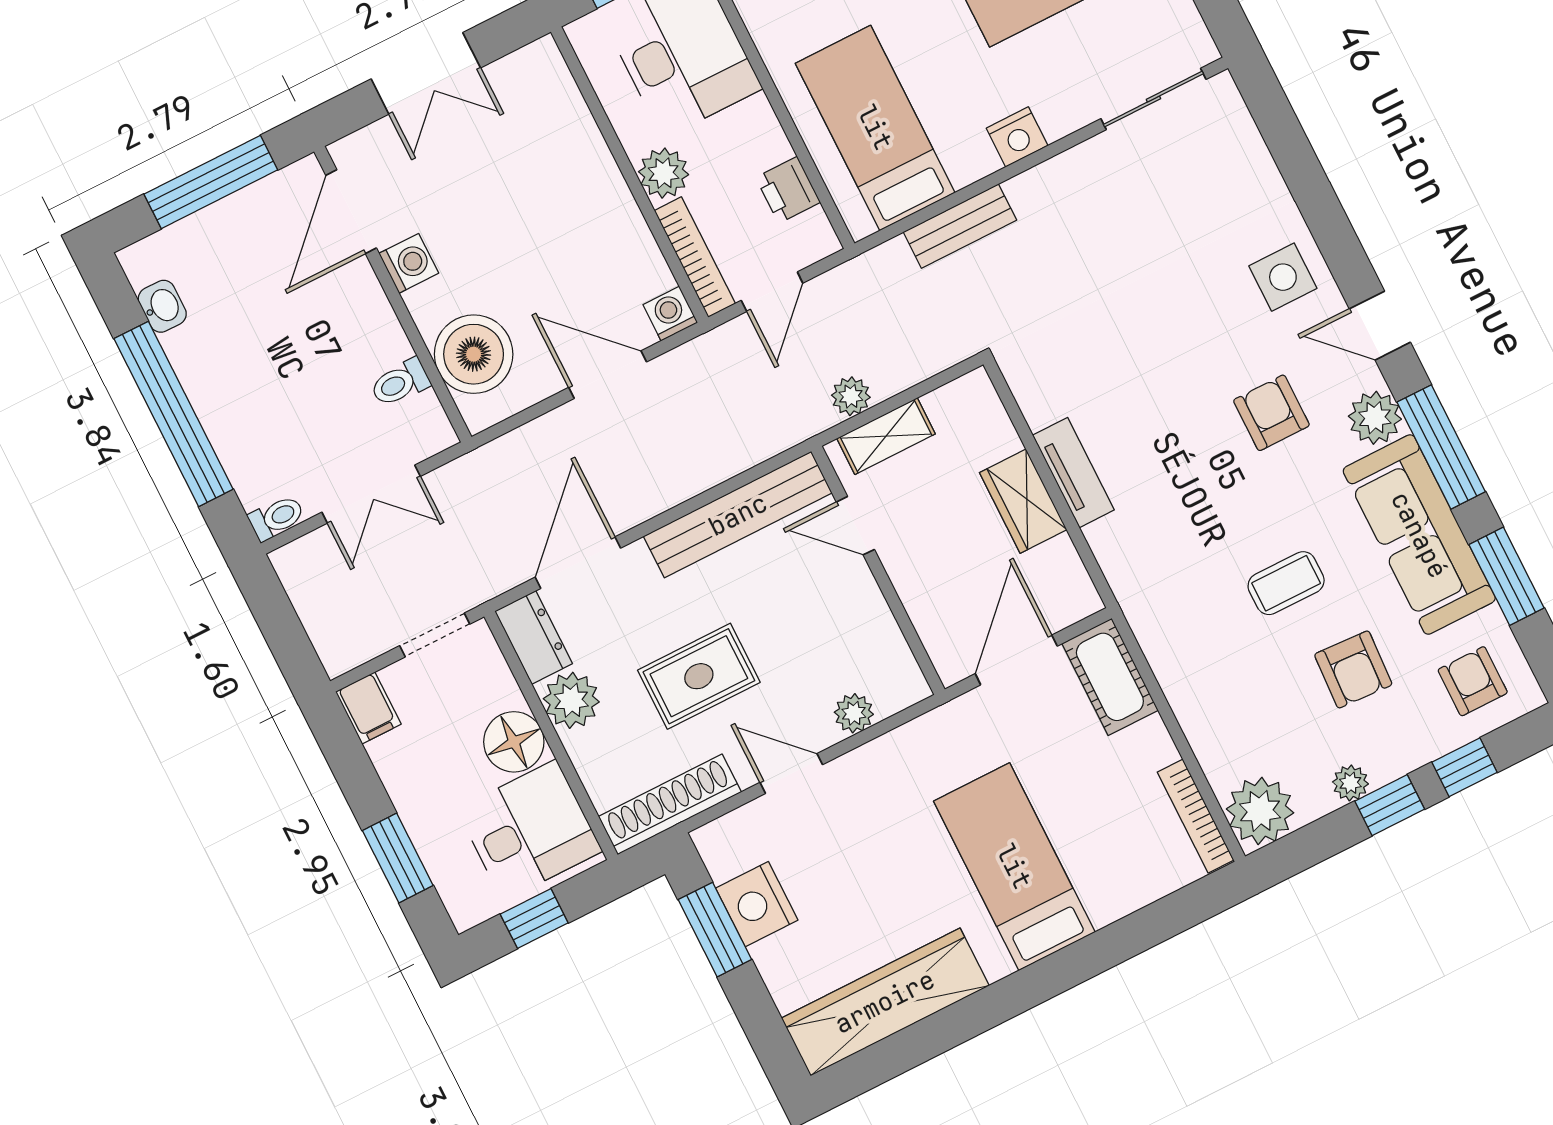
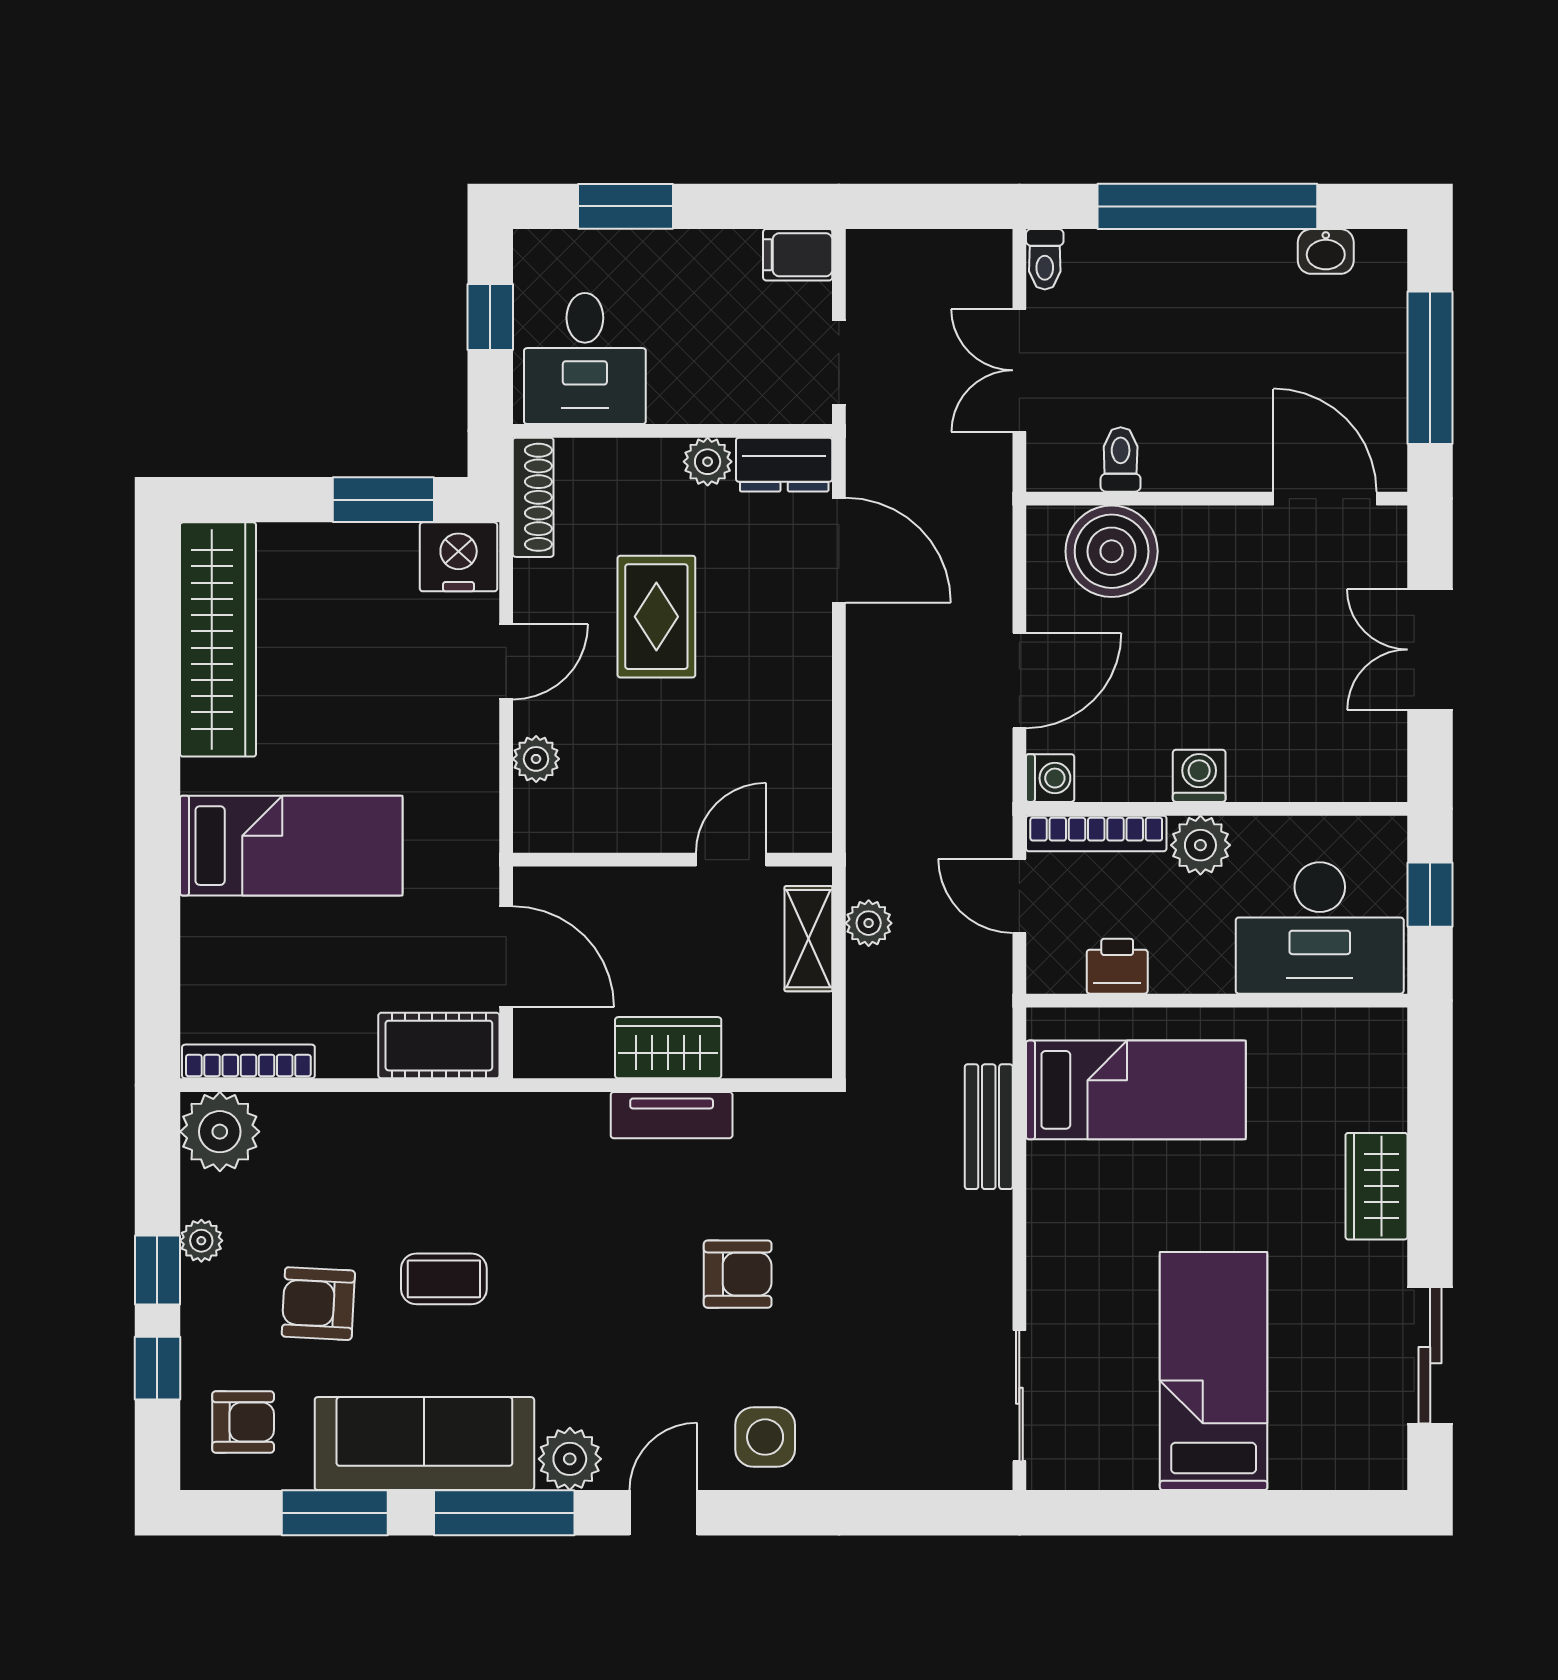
nightstand: (1017, 137) -> (1052, 1233), removed
washing machine: (409, 263) -> (1199, 776), moved, turned 180
armchair: (1271, 413) -> (738, 1274), moved
bench: (738, 515) -> (805, 743), removed
coffee table: (1286, 583) -> (444, 1279), turned 90
plant: (571, 700) -> (708, 462), width x0.73, depth x0.73
floor lamp: (514, 742) -> (685, 389), removed
shoe rack: (670, 804) -> (533, 497), width x0.74, depth x0.81
nightstand: (757, 904) -> (459, 557), moved

